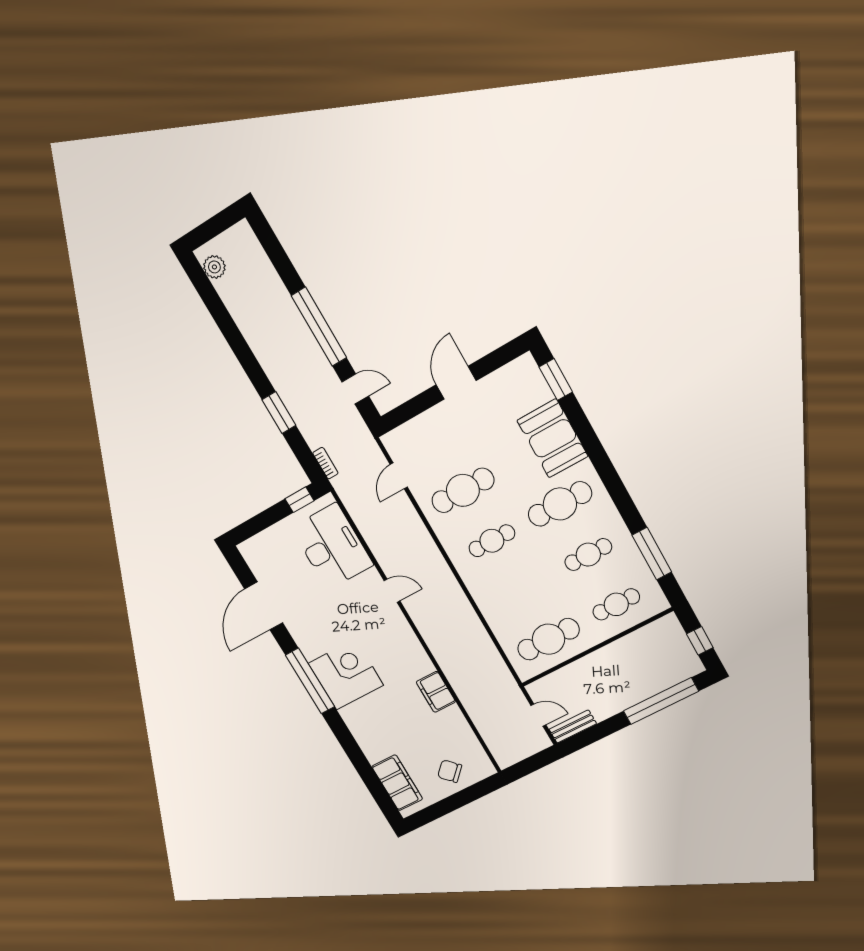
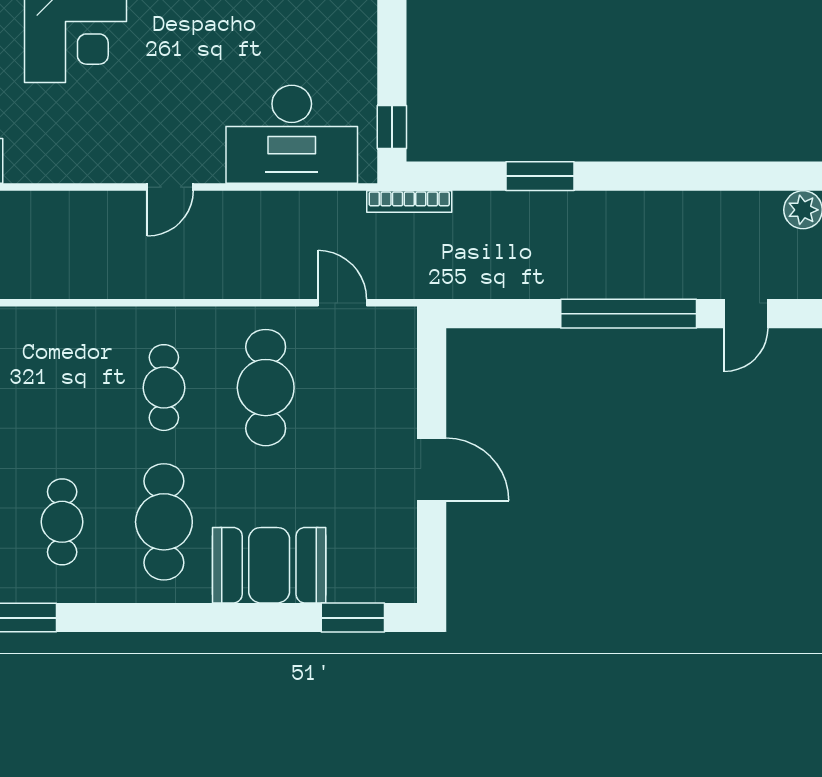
door: (355, 389) -> (746, 314), moved
bookcase: (325, 463) -> (409, 201), width x1.56

